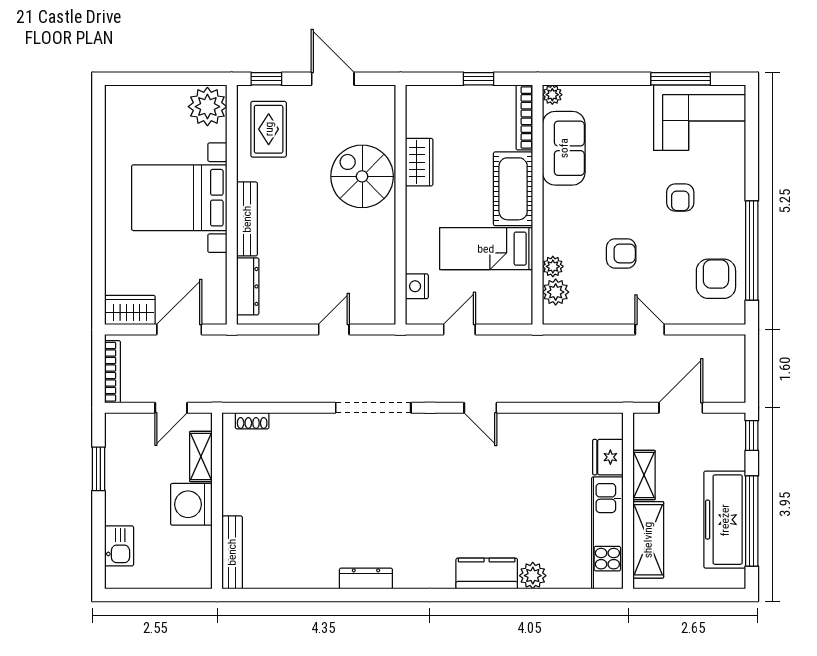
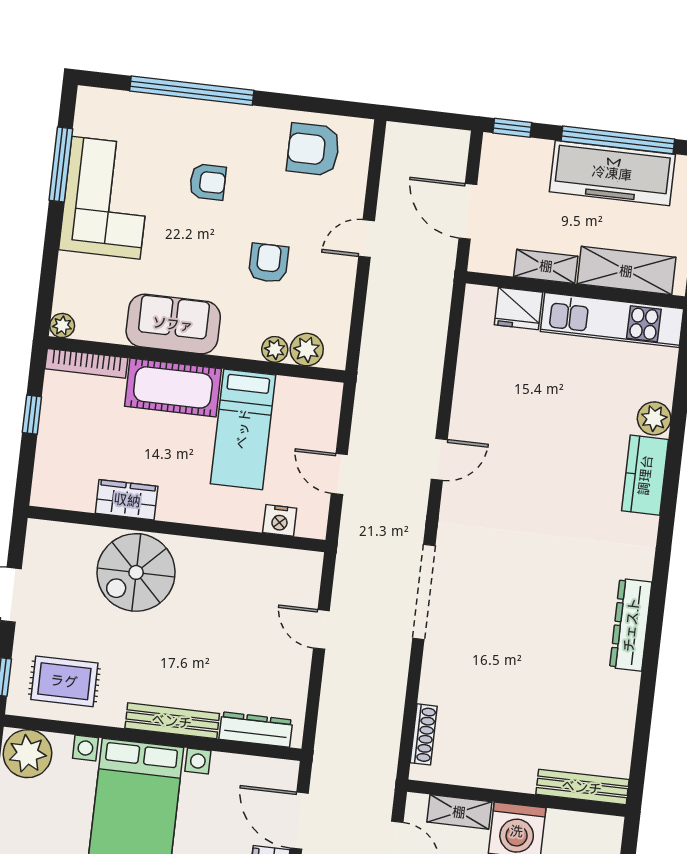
corner sofa: (700, 118) -> (106, 198), moved
sofa: (564, 148) -> (173, 324), moved
window: (752, 250) -> (192, 91), moved
shoe rack: (252, 421) -> (424, 734), width x1.43
dresser: (366, 579) -> (631, 625), width x1.37, depth x1.24

